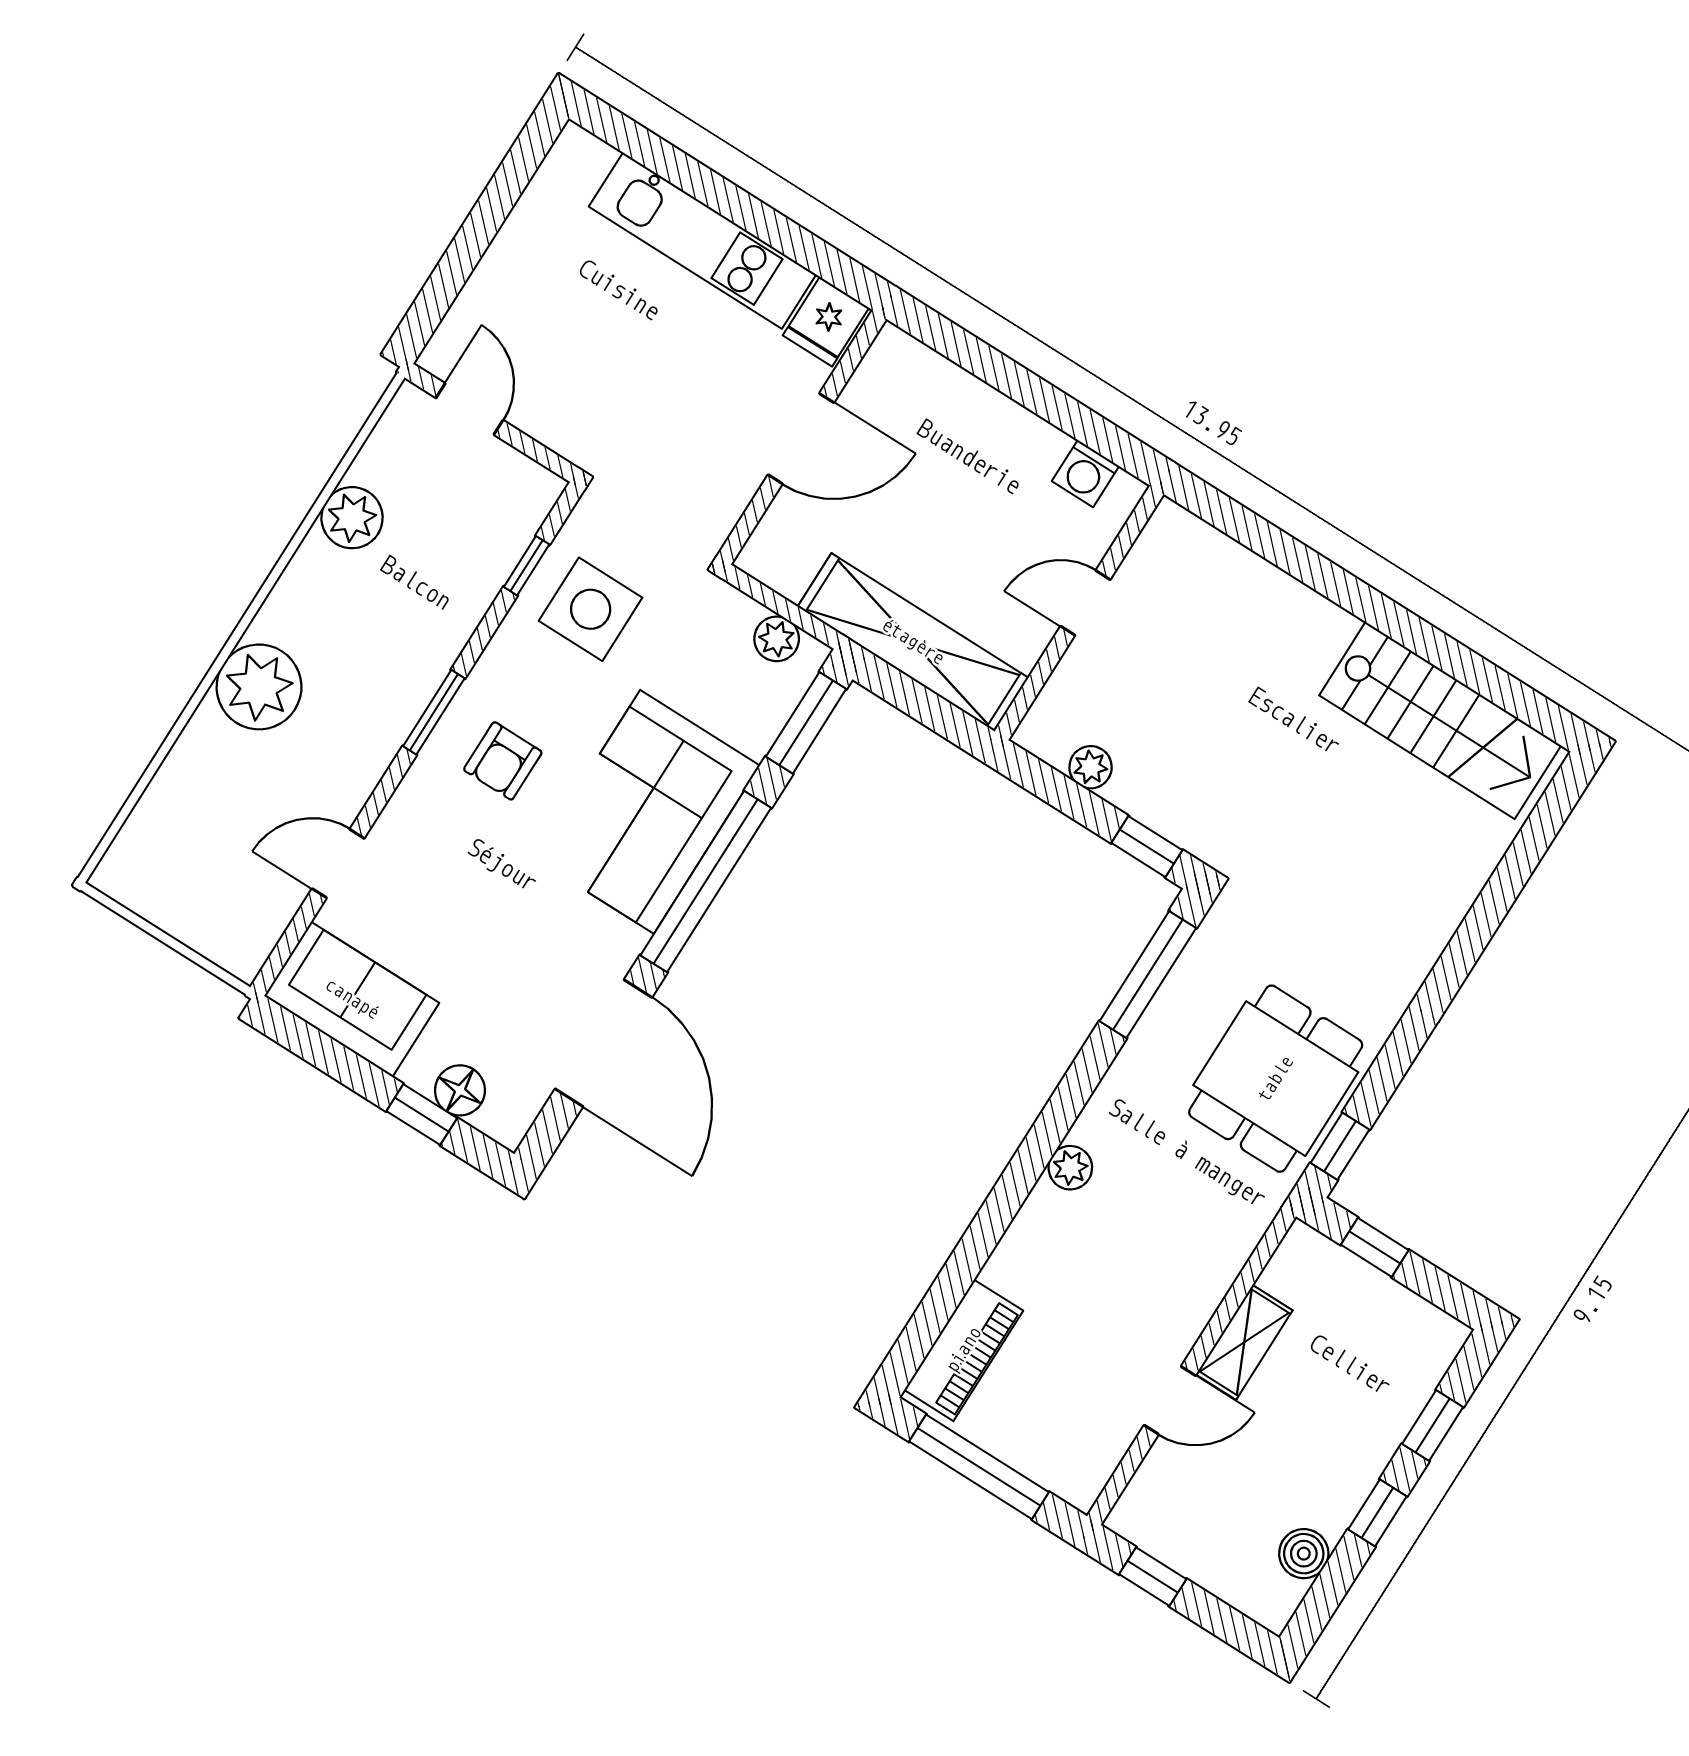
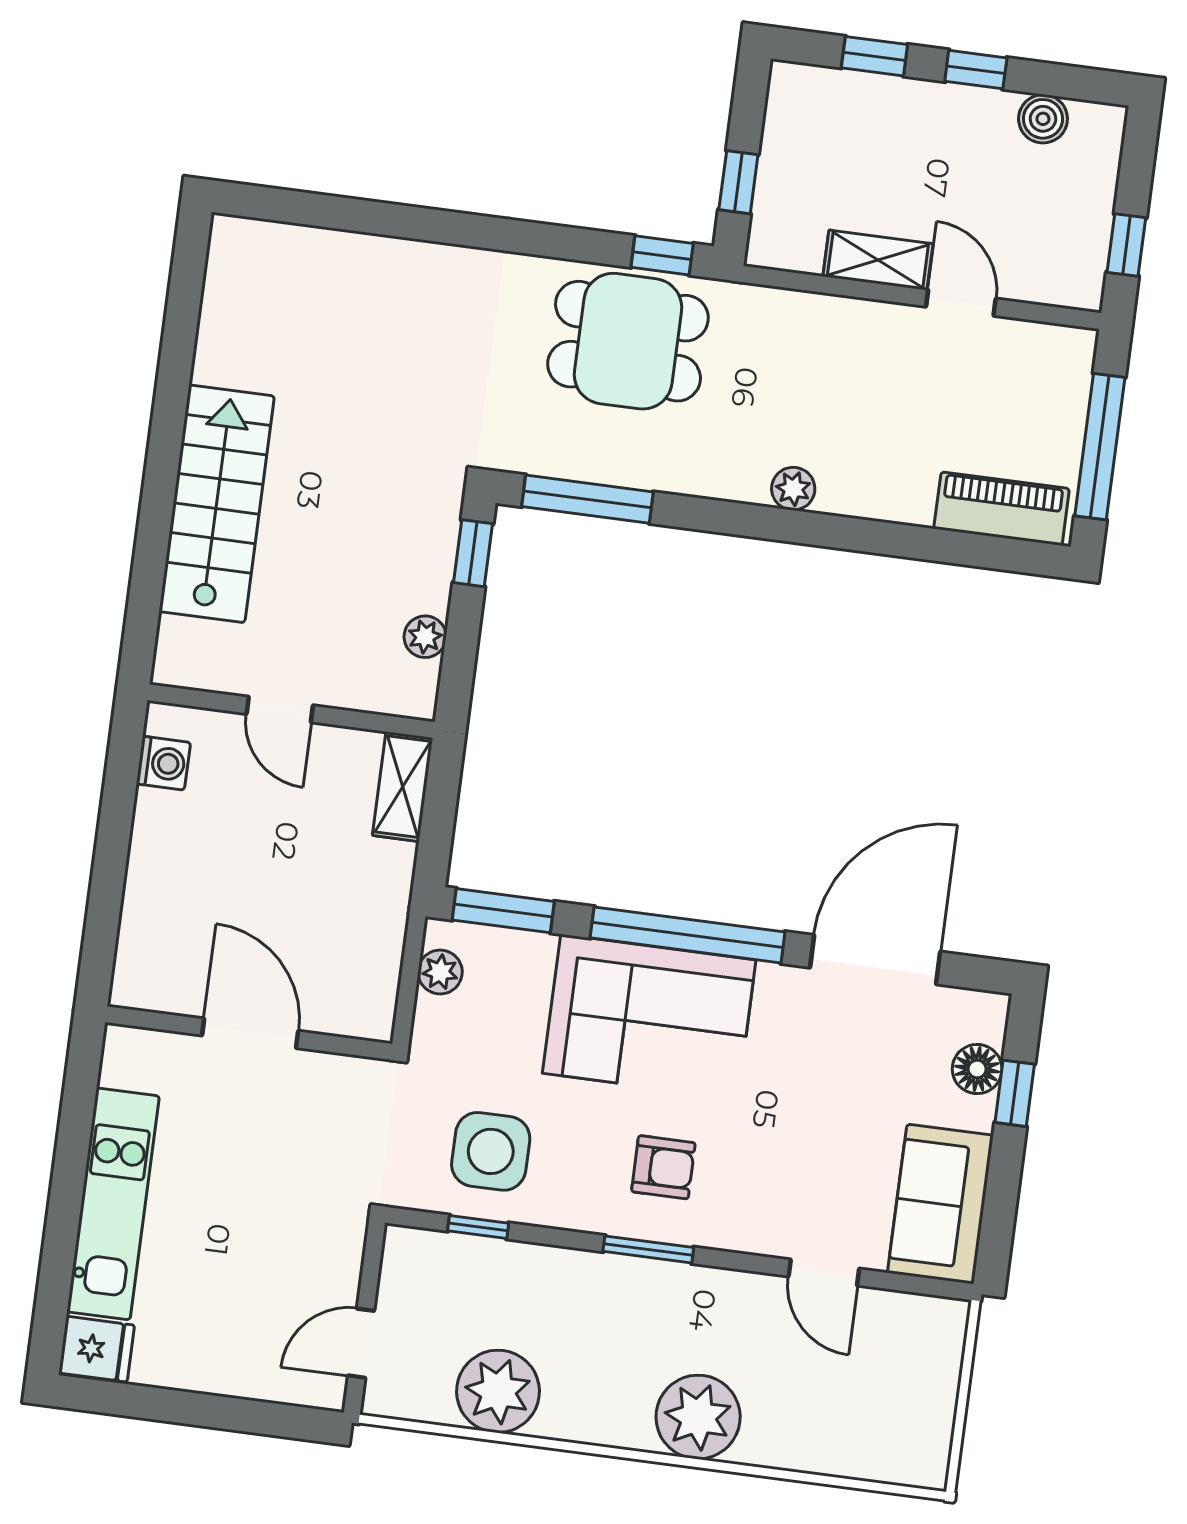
fridge: (826, 322) -> (97, 1349), moved
plant: (352, 518) -> (498, 1391), width x1.36, depth x1.36
shelving: (913, 642) -> (403, 787), width x0.45, depth x0.75
stairs: (1440, 720) -> (217, 504), moved

